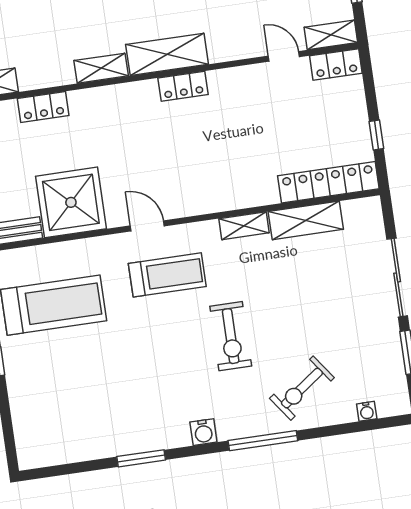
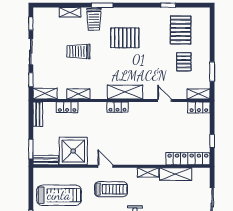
door: (284, 56) -> (165, 100), moved
shelving: (101, 68) -> (78, 94), moved
locker: (183, 86) -> (118, 107), moved

